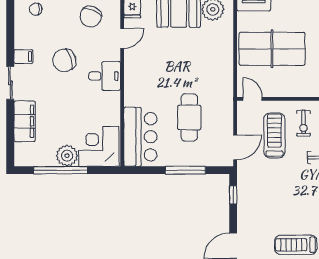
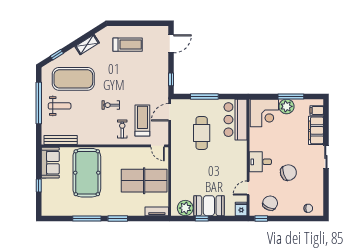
filing cabinet: (23, 57) -> (317, 110), moved
treadmill: (274, 135) -> (142, 121), turned 180
window: (61, 170) -> (291, 96), width x0.68

